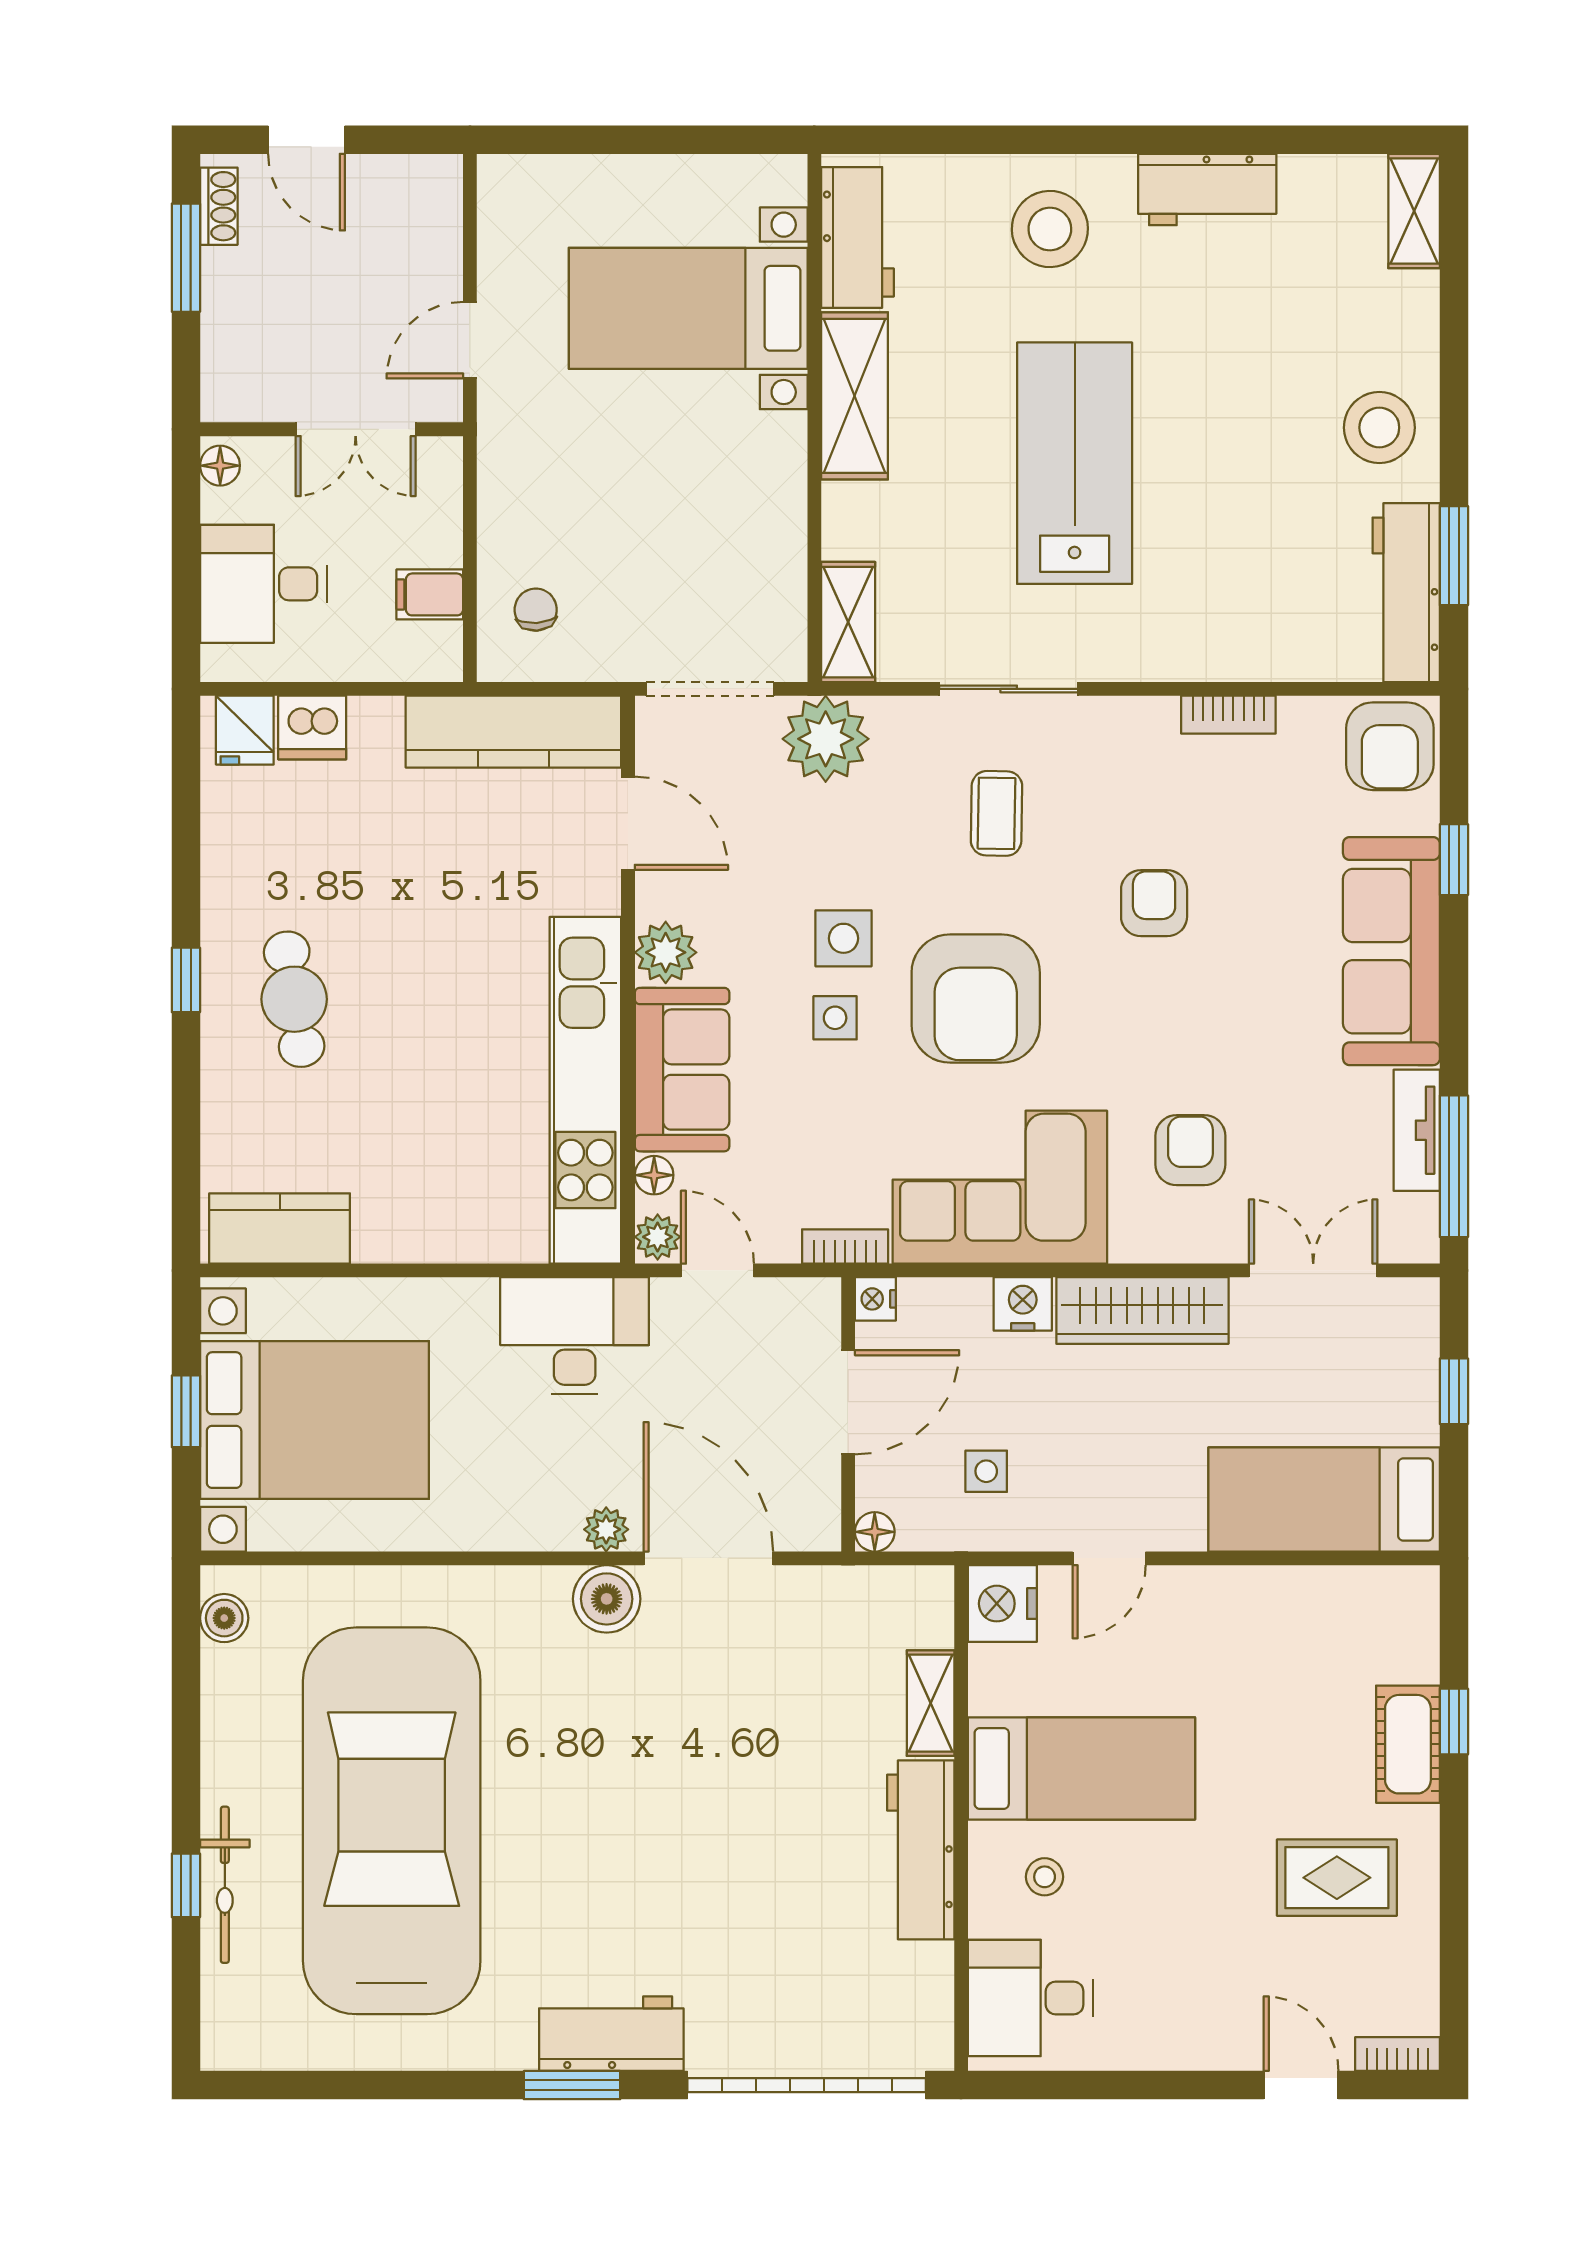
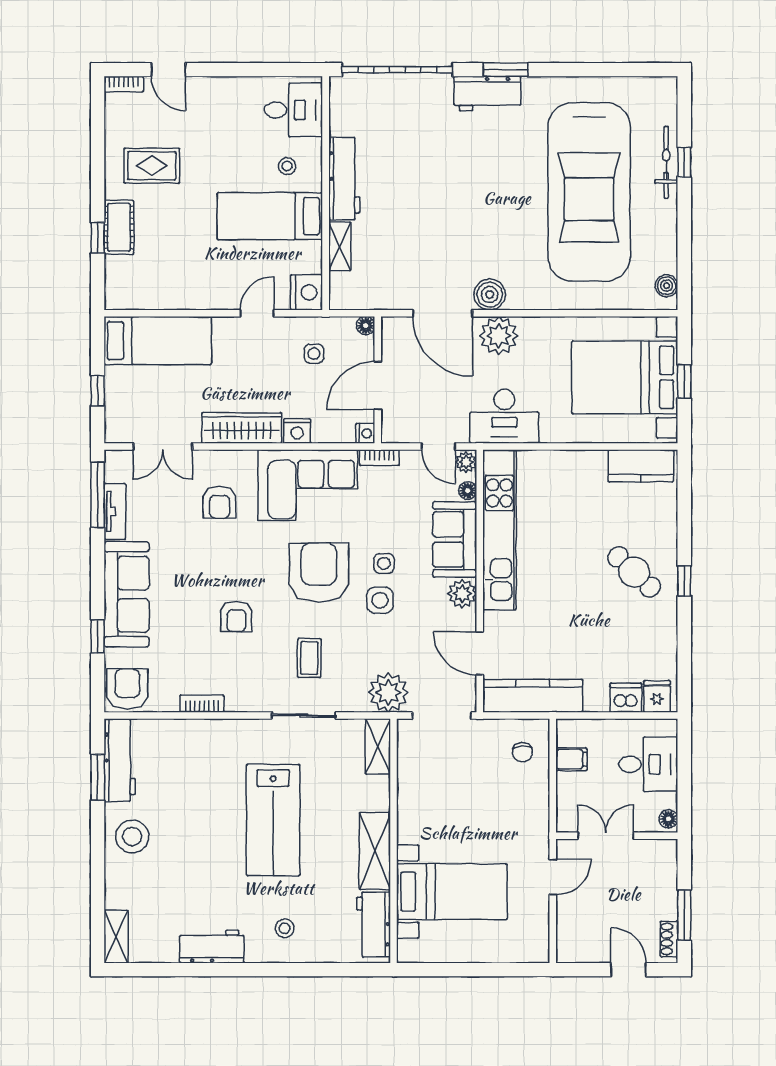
stool: (1050, 229) -> (285, 928), width x0.53, depth x0.53
cafe table: (294, 999) -> (634, 572), turned -38
plant: (606, 1529) -> (499, 336), width x1.88, depth x1.88

